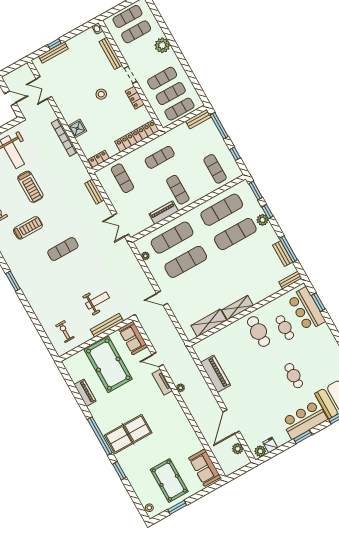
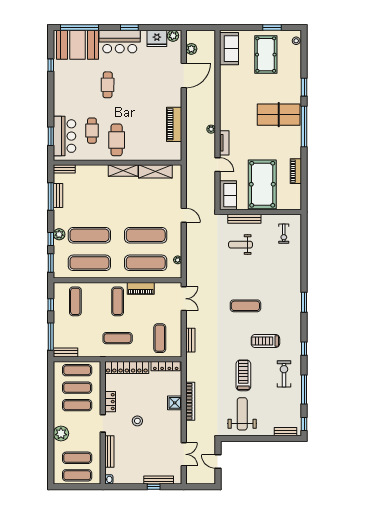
locker: (99, 159) -> (166, 366), width x1.53
fridge: (270, 445) -> (157, 38), width x1.88, depth x1.34

